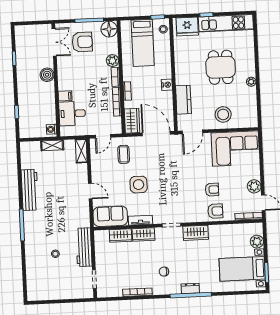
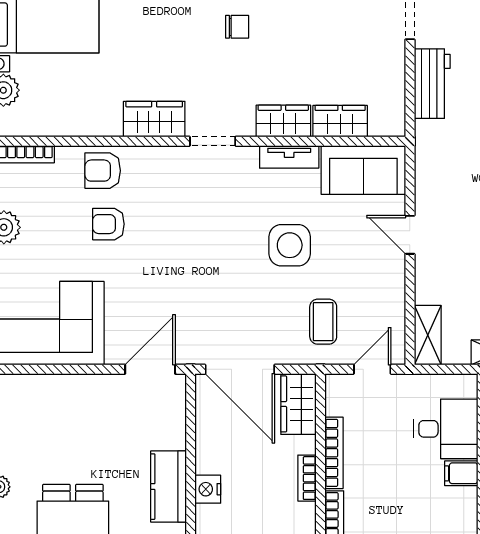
kitchen counter: (183, 100) -> (169, 487), moved
stool: (223, 114) -> (72, 409), removed
workbench: (84, 247) -> (432, 84), width x0.73

